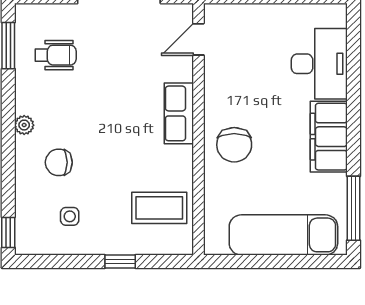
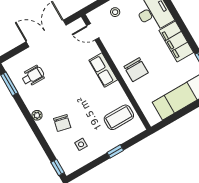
stool: (255, 28) -> (115, 12), added
door: (198, 39) -> (93, 32), hinge flipped
chair: (59, 162) -> (62, 123), turned -77

